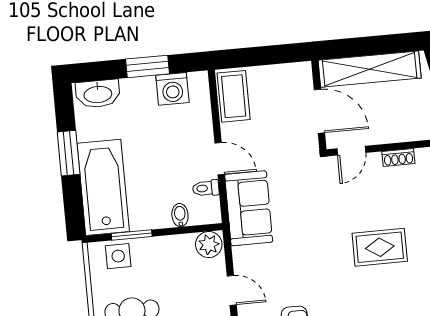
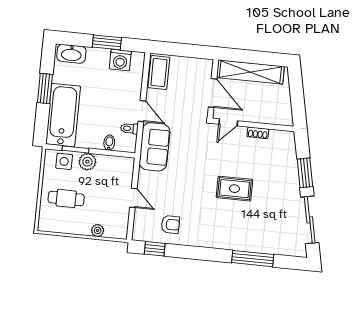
plant: (209, 245) -> (87, 162), moved

